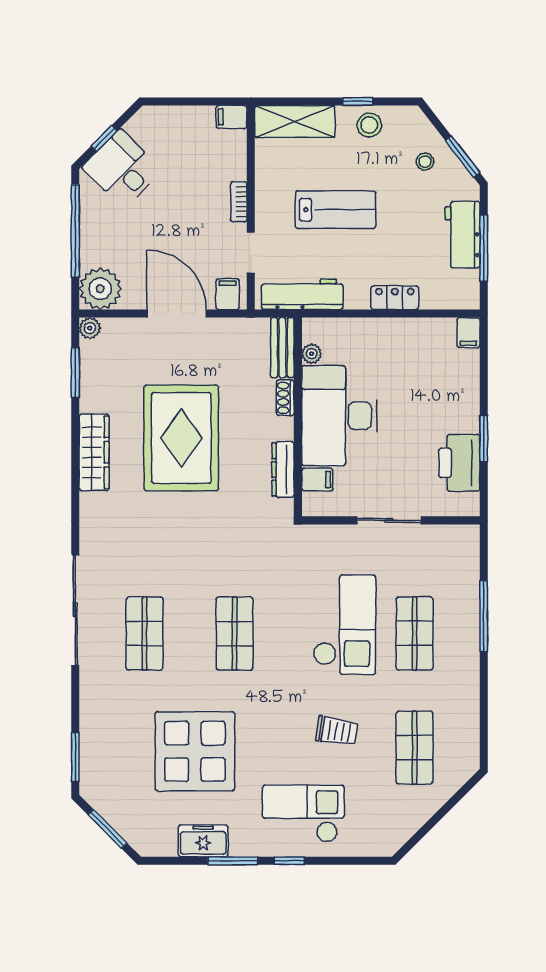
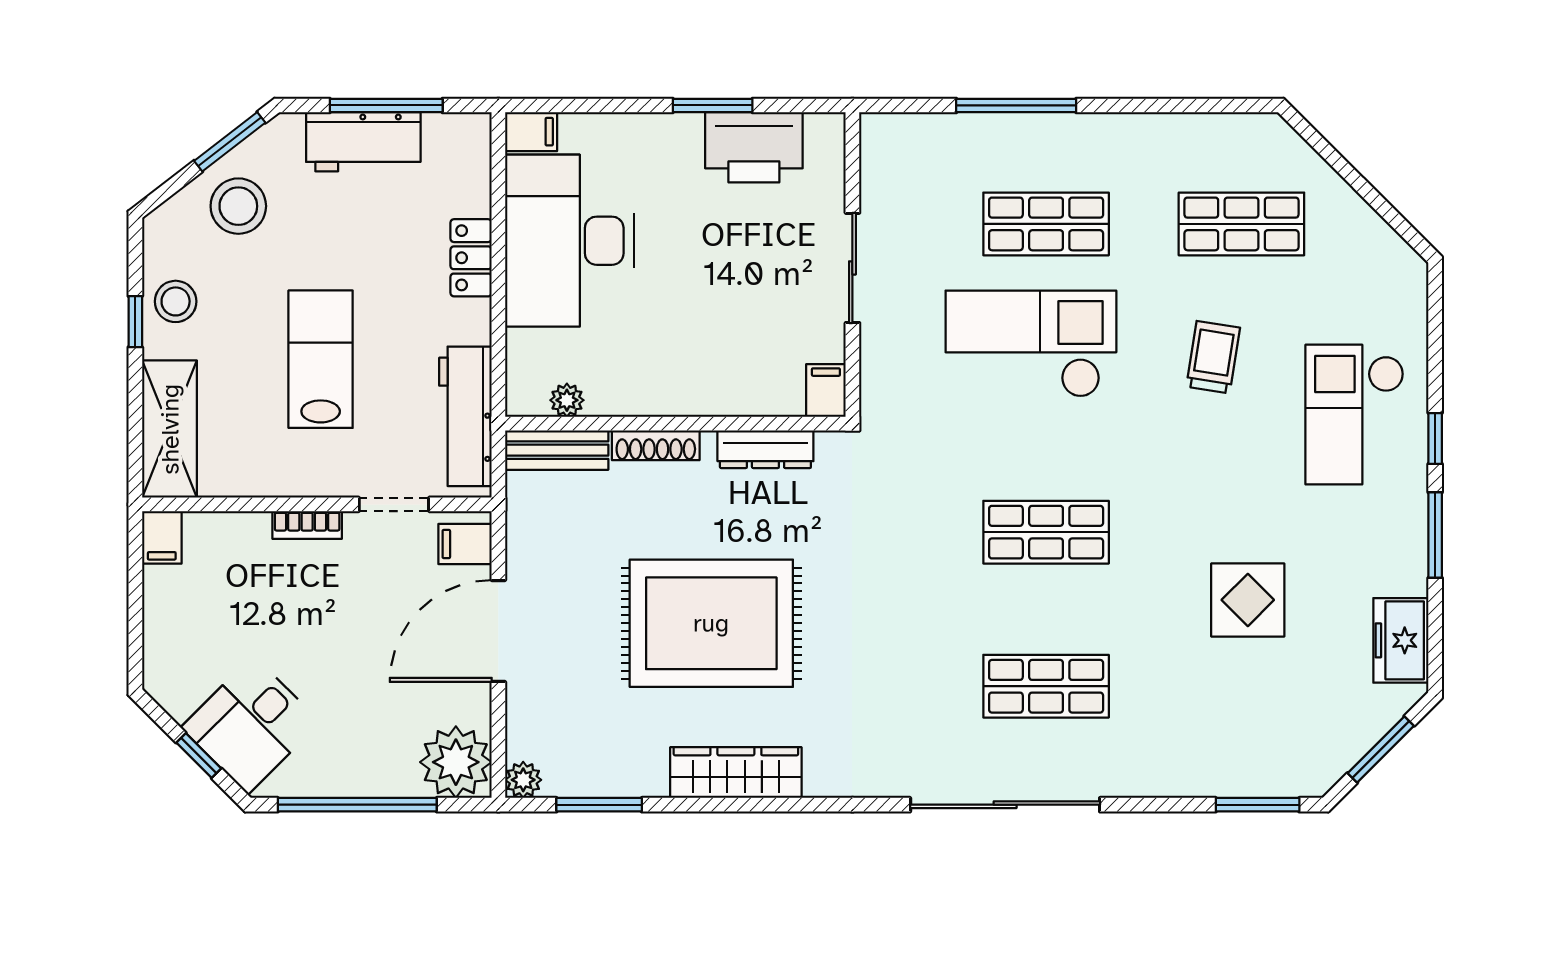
stool: (425, 162) -> (238, 206), width x1.89, depth x1.89
shoe rack: (285, 398) -> (656, 445), width x1.43
desk: (339, 416) -> (569, 241), moved, turned 90
filing cabinet: (317, 480) -> (826, 391), moved
display table: (195, 751) -> (1248, 600), width x0.54, depth x0.54
freezer: (203, 841) -> (1401, 640), moved

